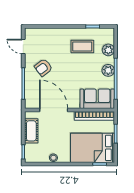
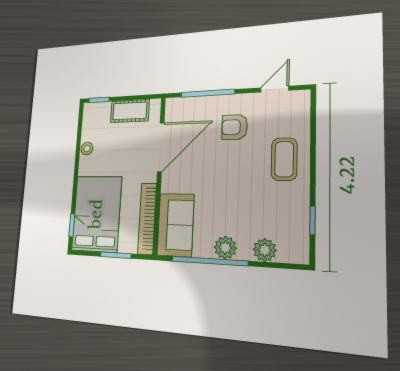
coffee table: (82, 46) -> (284, 159), moved
armchair: (43, 67) -> (235, 127), turned -53

